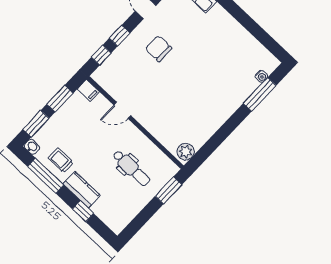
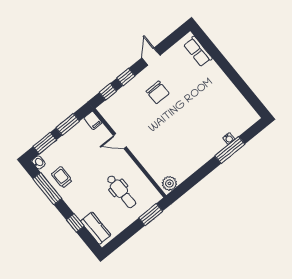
chair: (159, 49) -> (158, 92), turned 180
water cooler: (261, 76) -> (229, 139), moved
window: (260, 94) -> (230, 150), moved
kitchen counter: (82, 190) -> (96, 228), moved

